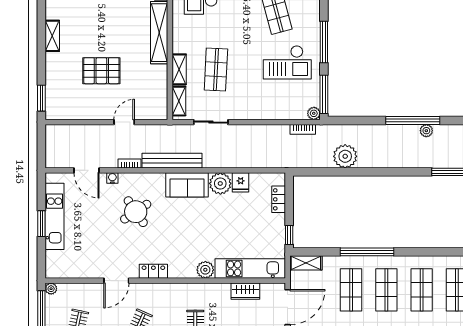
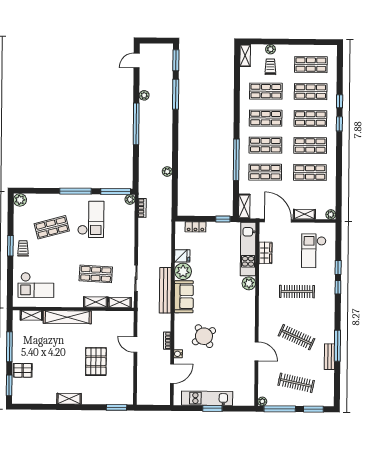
plant: (426, 131) -> (144, 95), moved
plant: (345, 156) -> (167, 172), width x0.53, depth x0.53
bench: (172, 161) -> (165, 290), moved
locker: (153, 271) -> (250, 323), removed

